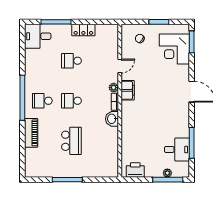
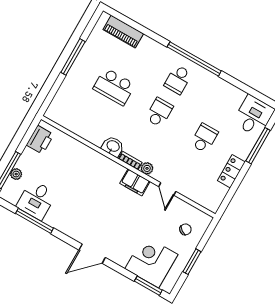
school desk: (42, 101) -> (178, 80), turned 180
piano: (31, 133) -> (123, 32), moved

